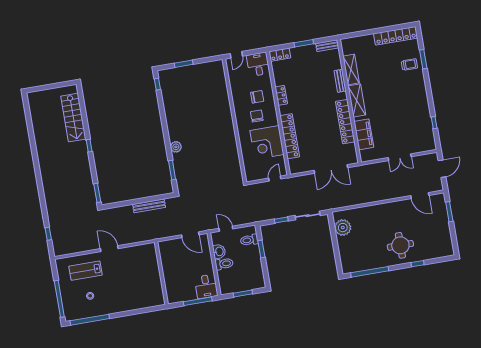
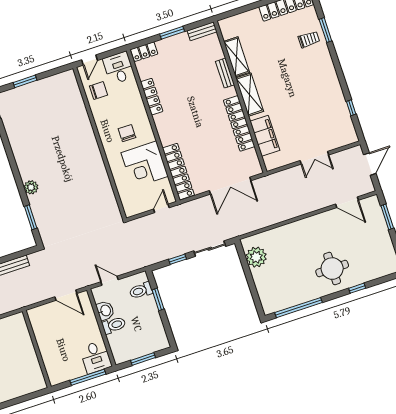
locker: (281, 95) -> (152, 97), width x1.53
chair: (257, 97) -> (98, 91), moved
locker: (290, 136) -> (178, 172), moved

